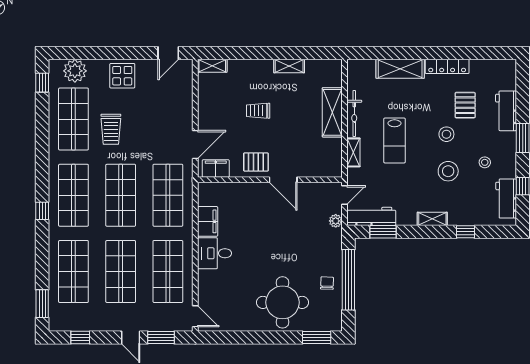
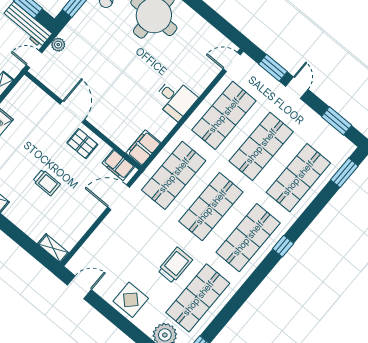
filing cabinet: (208, 221) -> (143, 148), moved
door: (195, 316) -> (232, 62), hinge flipped
window: (80, 337) -> (337, 121), width x1.50

